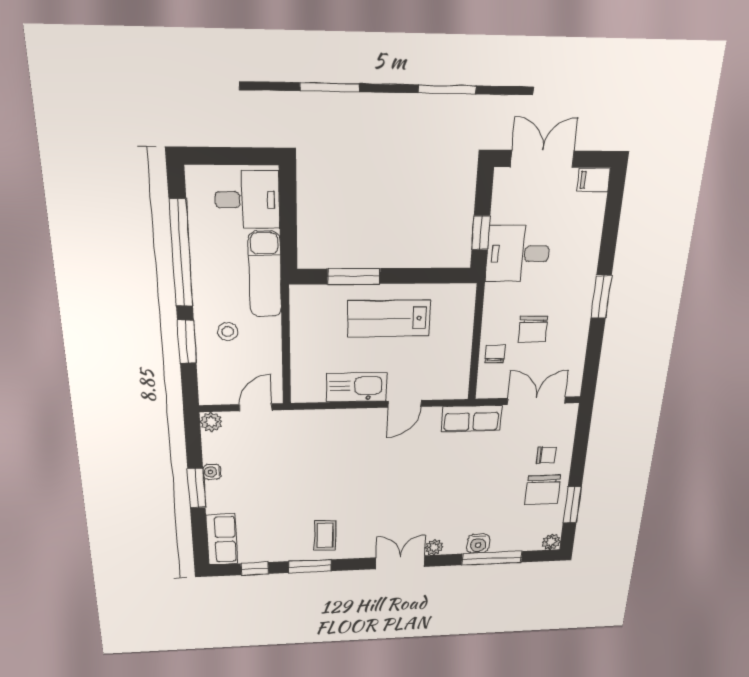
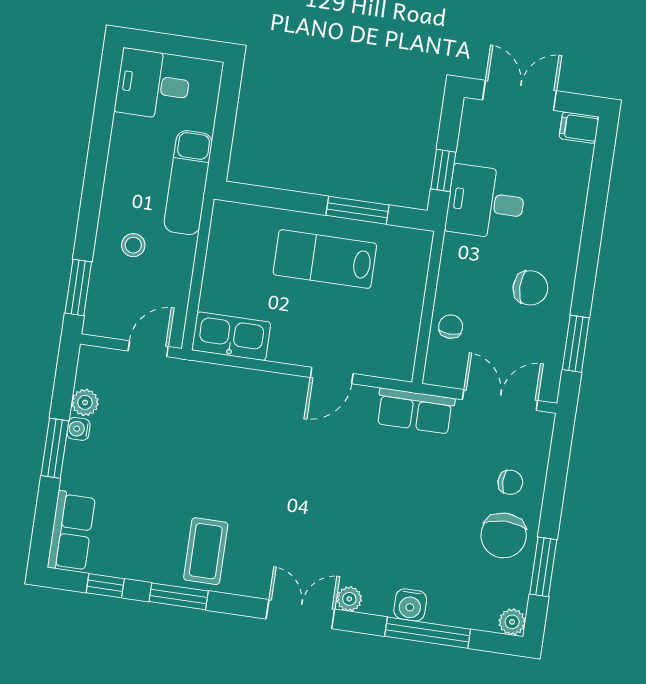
desk: (247, 200) -> (153, 85), moved, turned 180
window: (181, 254) -> (99, 144), removed
window: (354, 276) -> (357, 210), moved
window: (601, 297) -> (576, 344), moved
chair: (533, 329) -> (530, 288), moved, turned -90
window: (187, 342) -> (78, 288), moved
kitchen sink: (356, 387) -> (231, 336), moved
plant: (211, 422) -> (85, 402), moved
coffee table: (325, 535) -> (206, 551), width x1.36, depth x1.30

